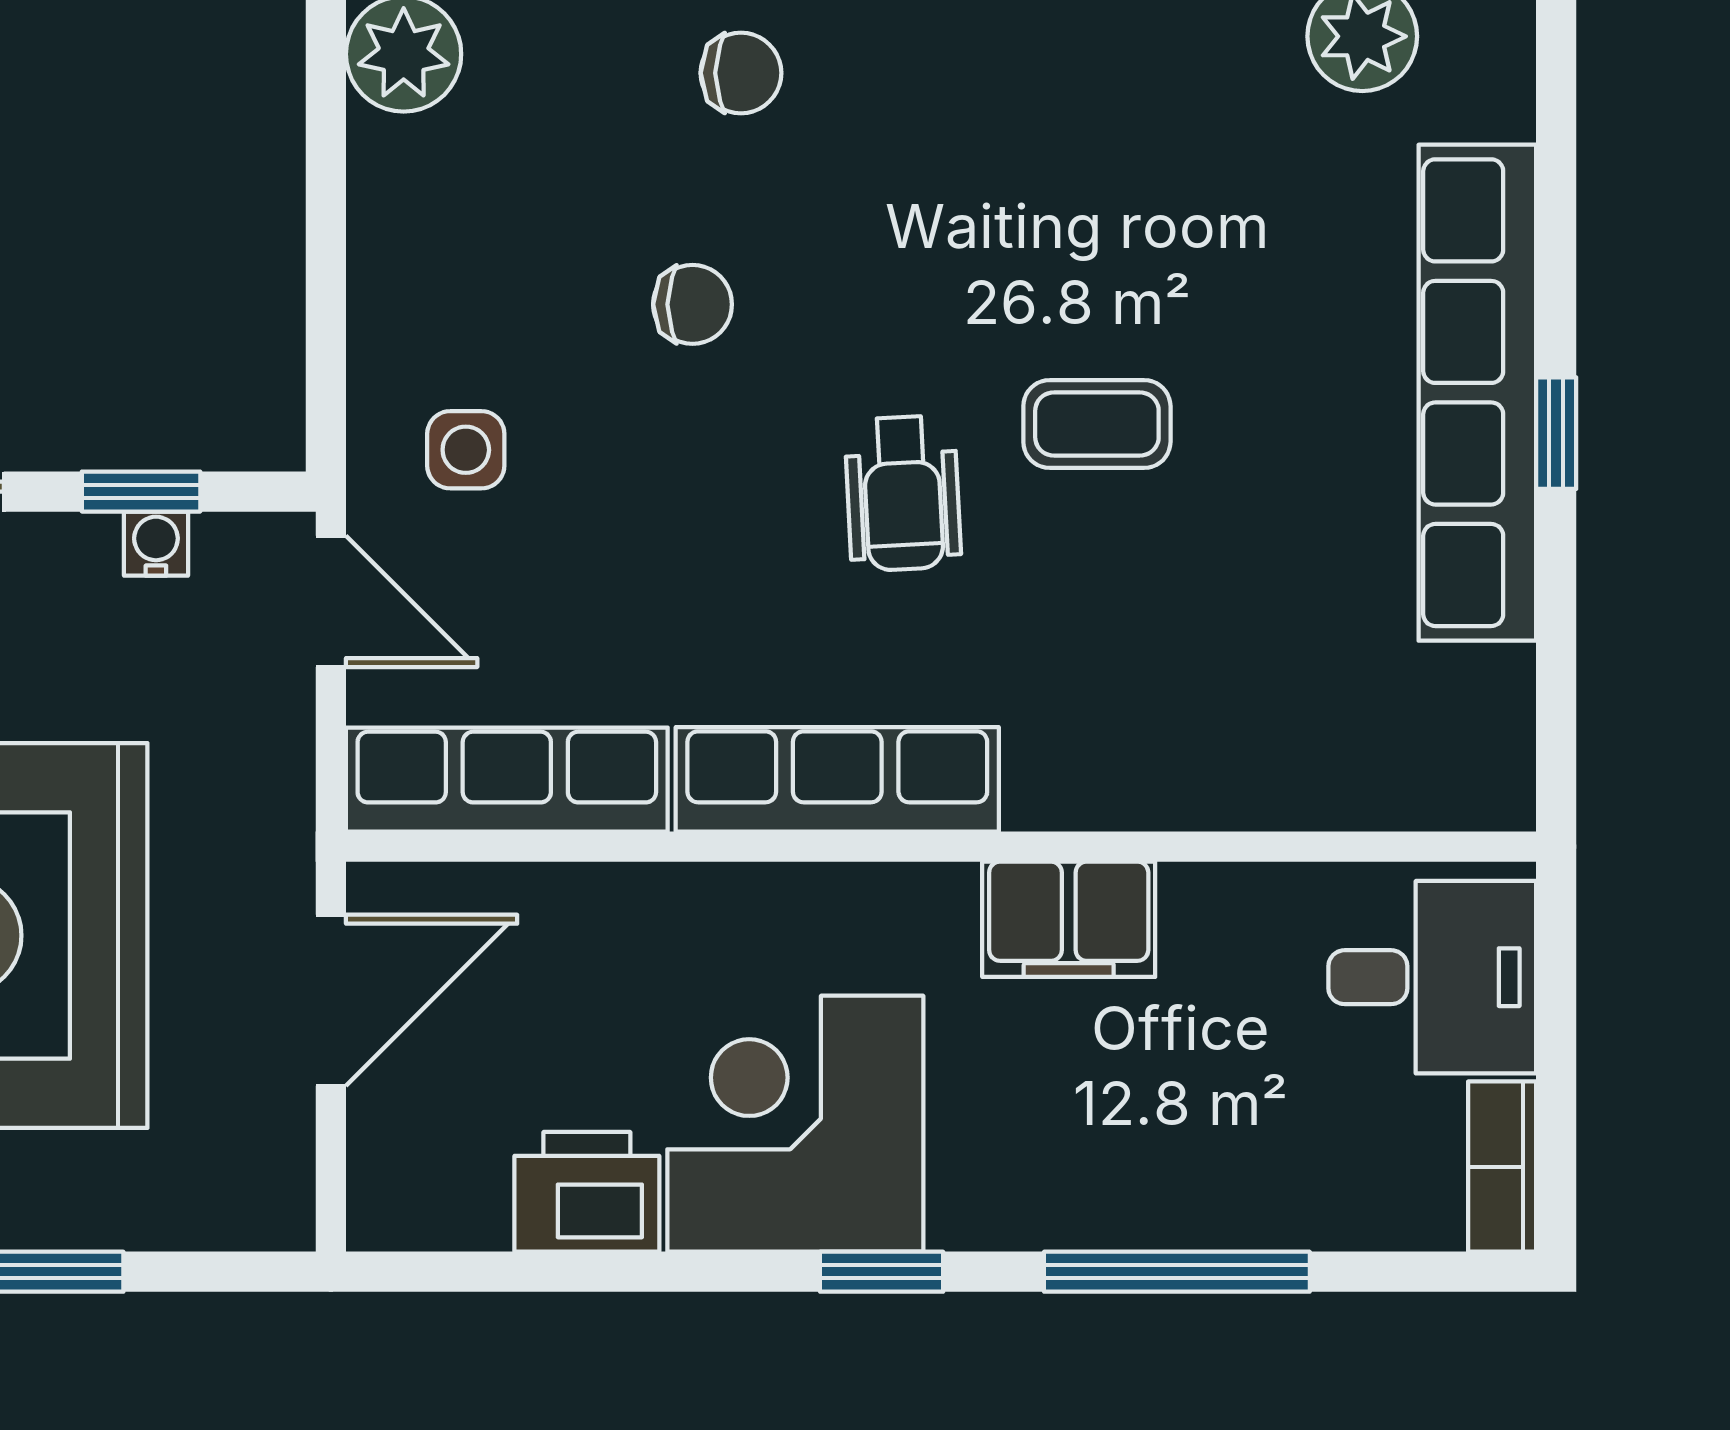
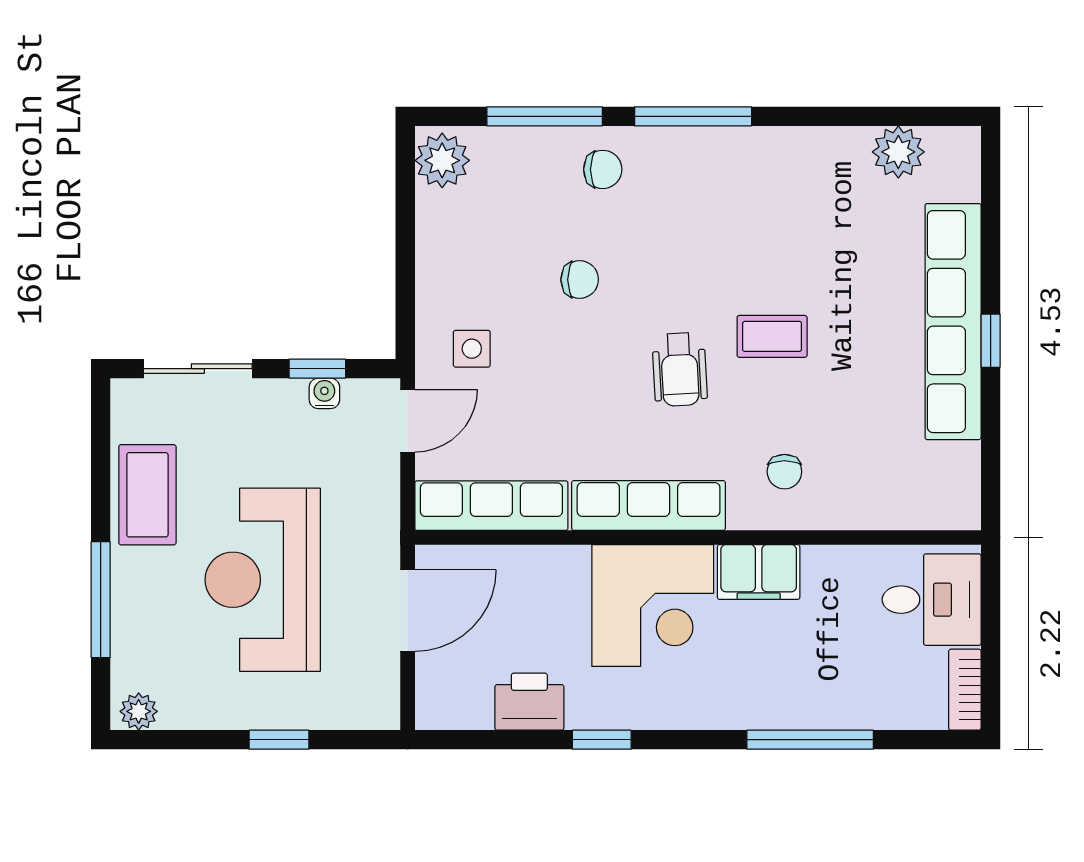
door: (331, 601) -> (408, 421), hinge flipped
chair: (1123, 708) -> (784, 472), added
corner desk: (795, 1124) -> (653, 606), moved, turned 180
window: (882, 1272) -> (602, 740), moved

